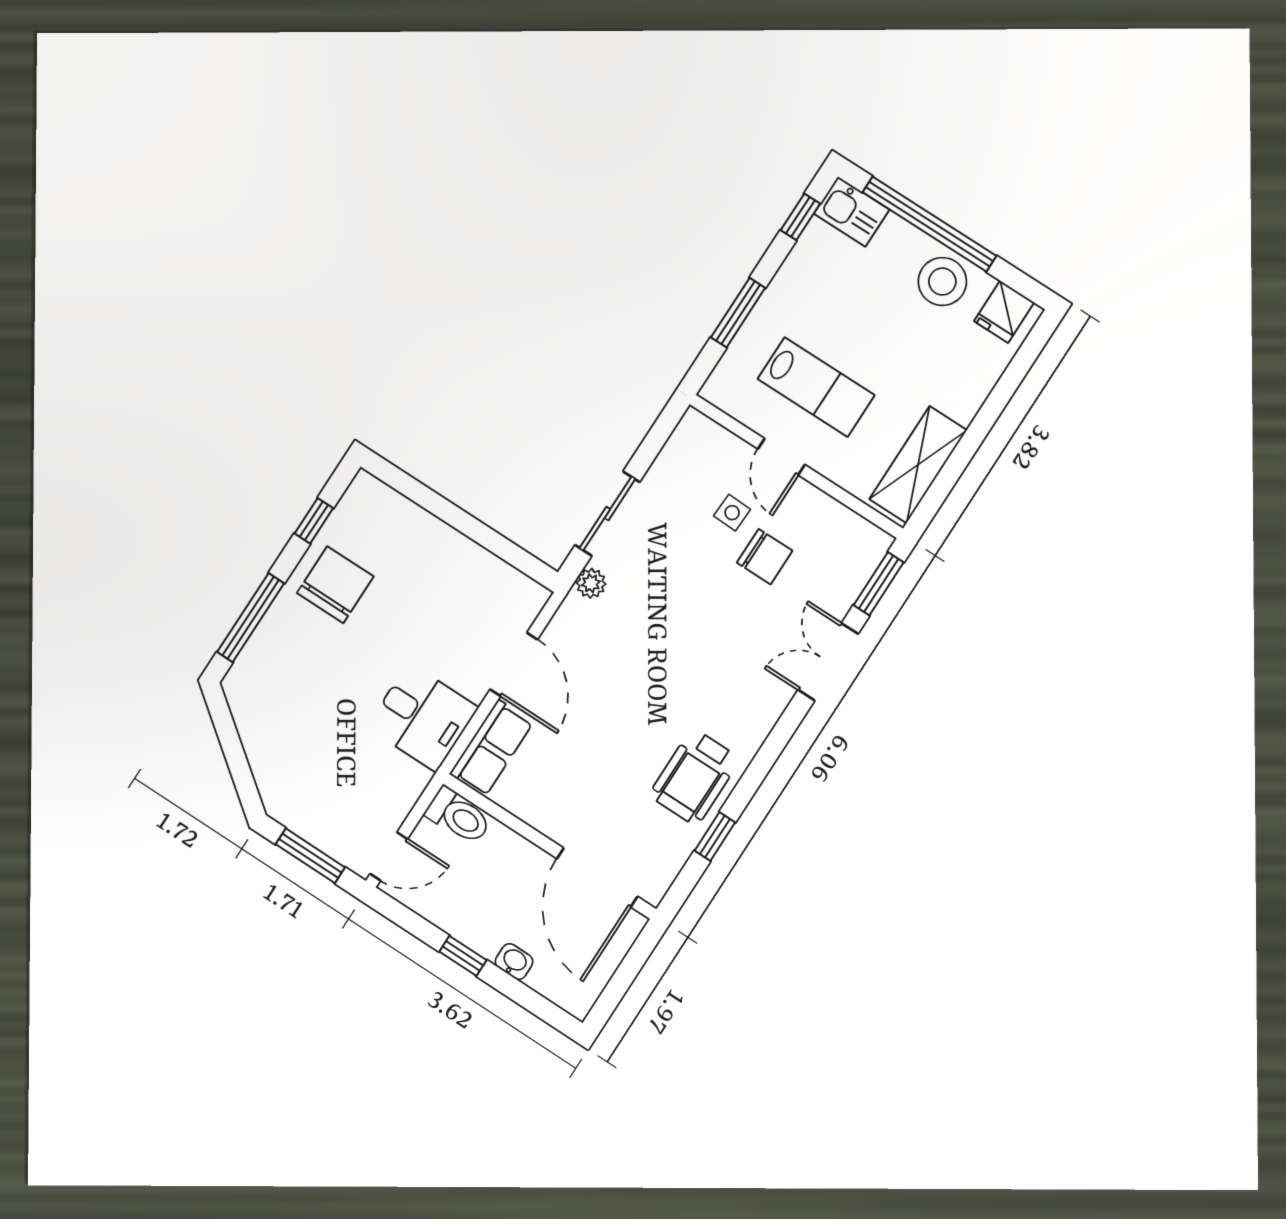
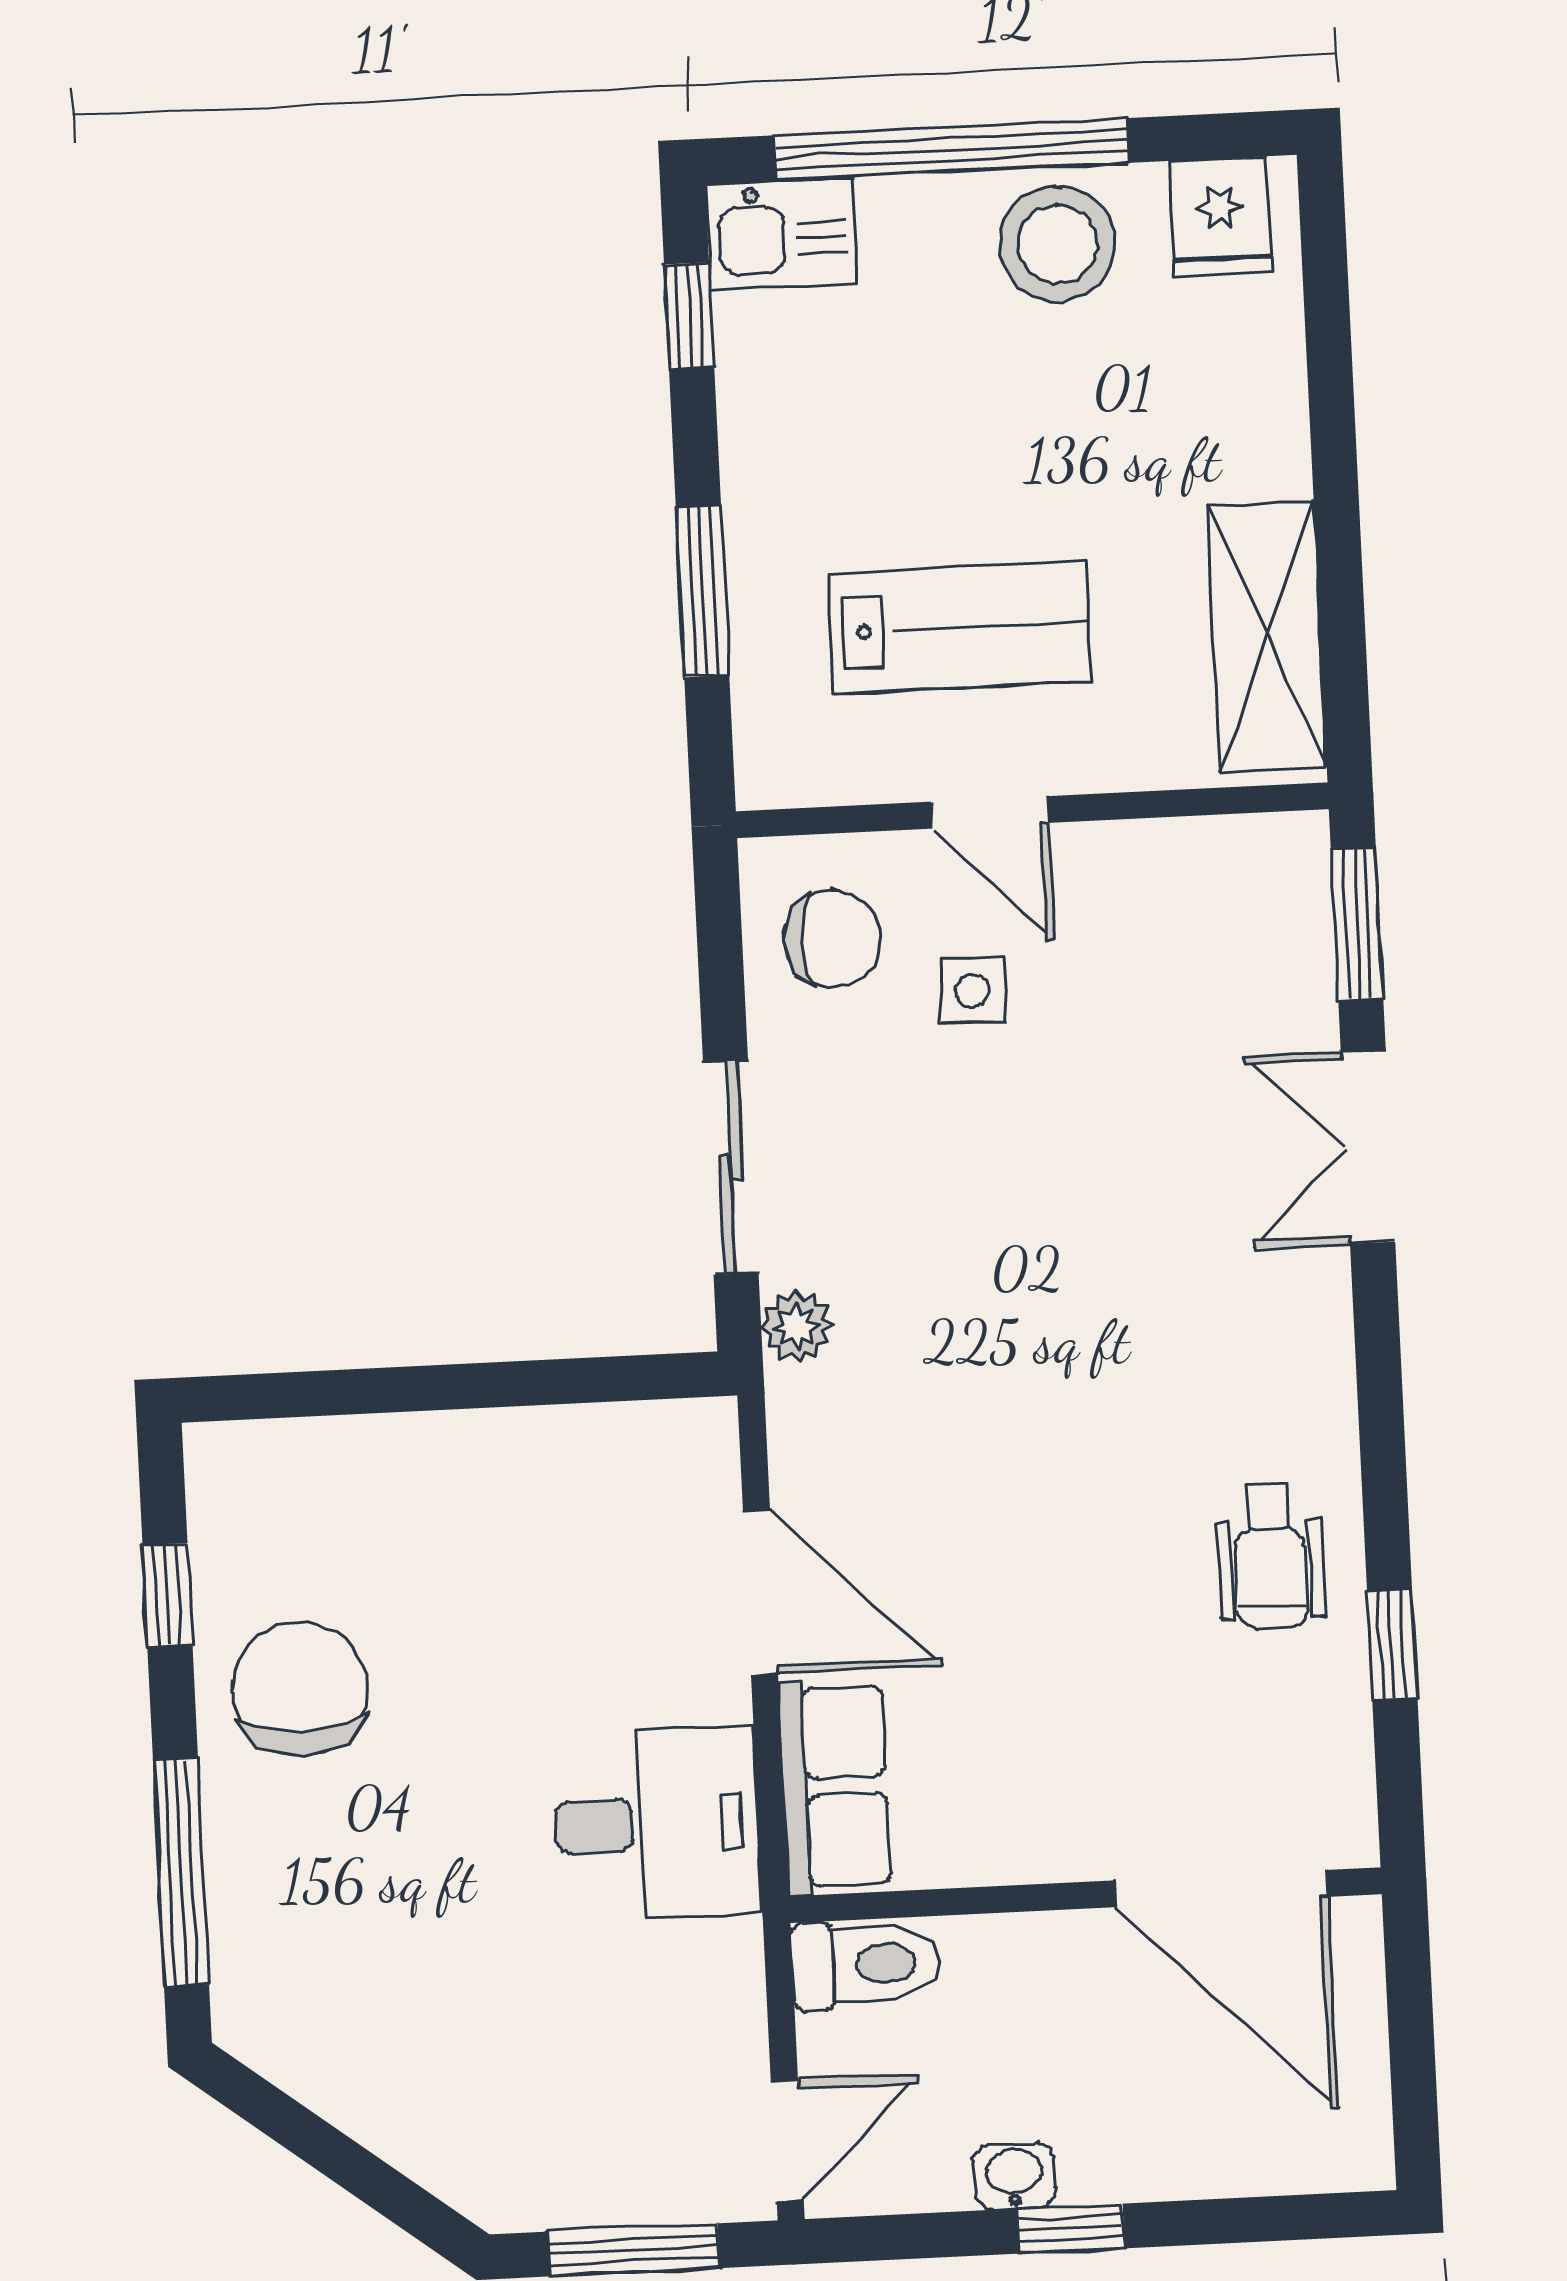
chair: (765, 557) -> (833, 939), moved
wheelchair: (695, 777) -> (1270, 1557), width x0.73, depth x0.73
washbasin: (514, 962) -> (1014, 2176), moved

